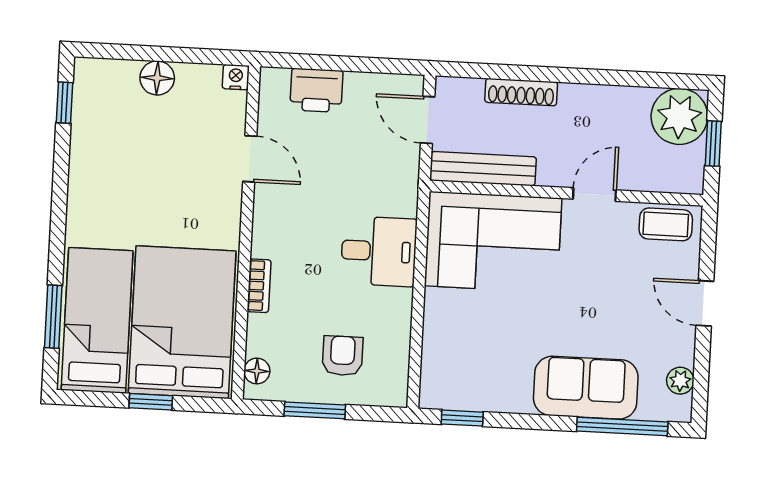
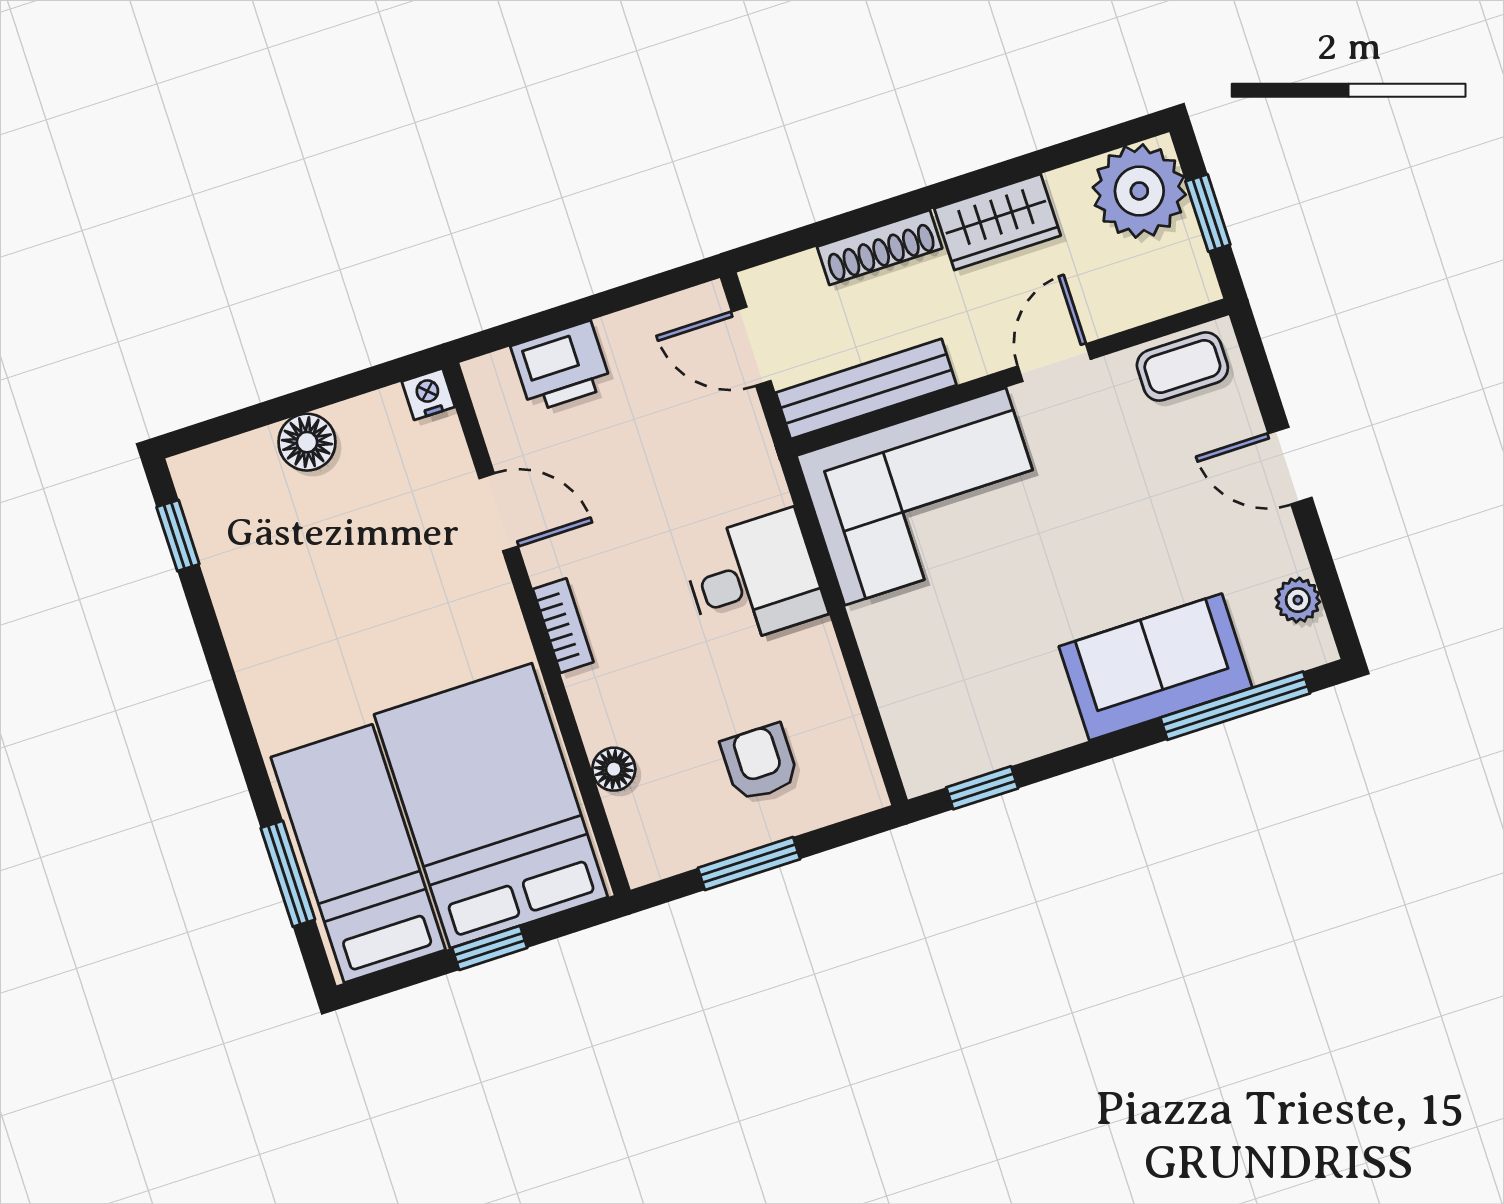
wardrobe: (593, 103) -> (997, 222), added
bookcase: (259, 286) -> (563, 626), moved
floor lamp: (257, 371) -> (614, 769), moved

